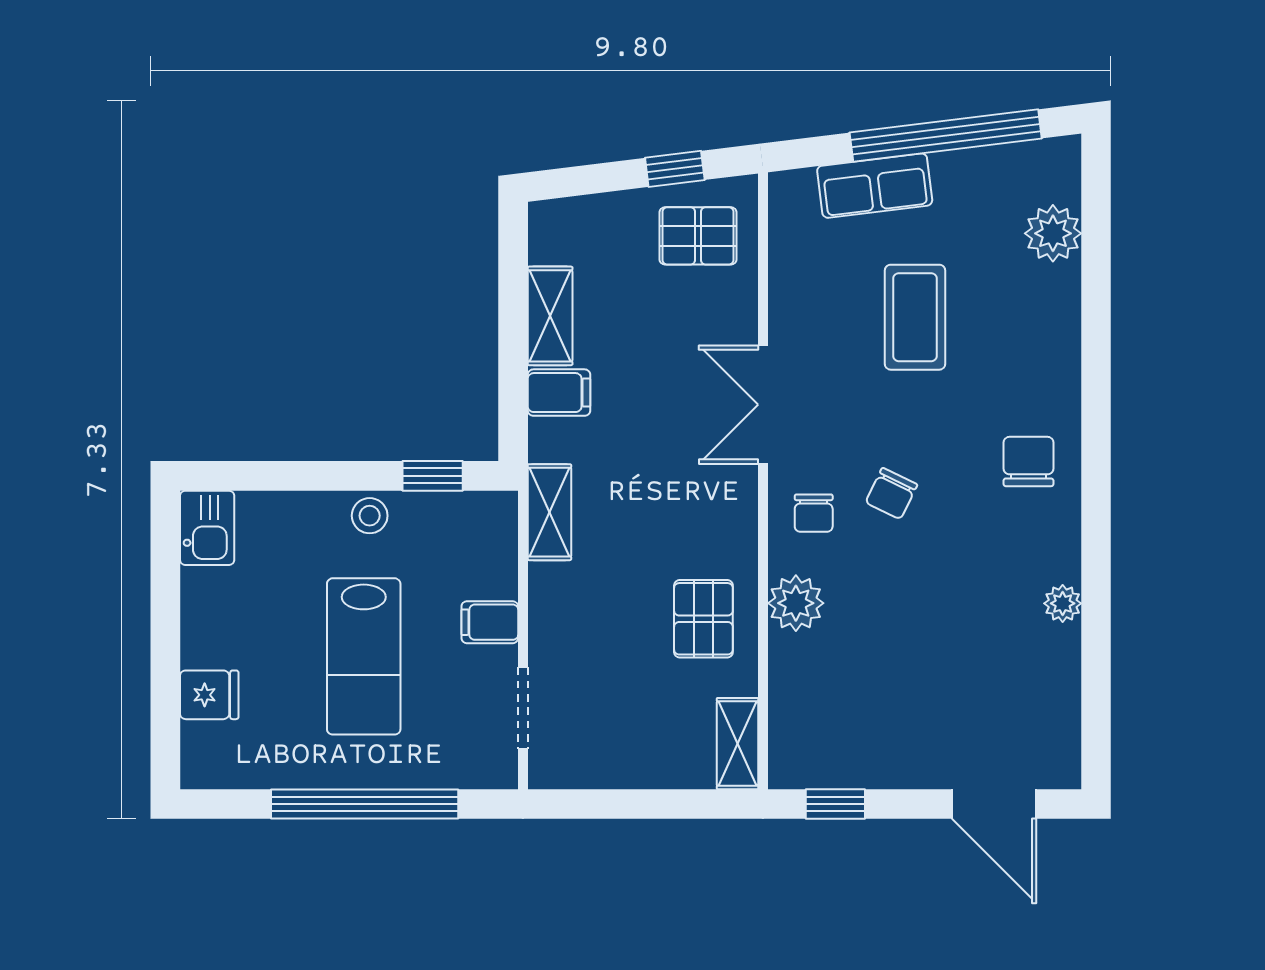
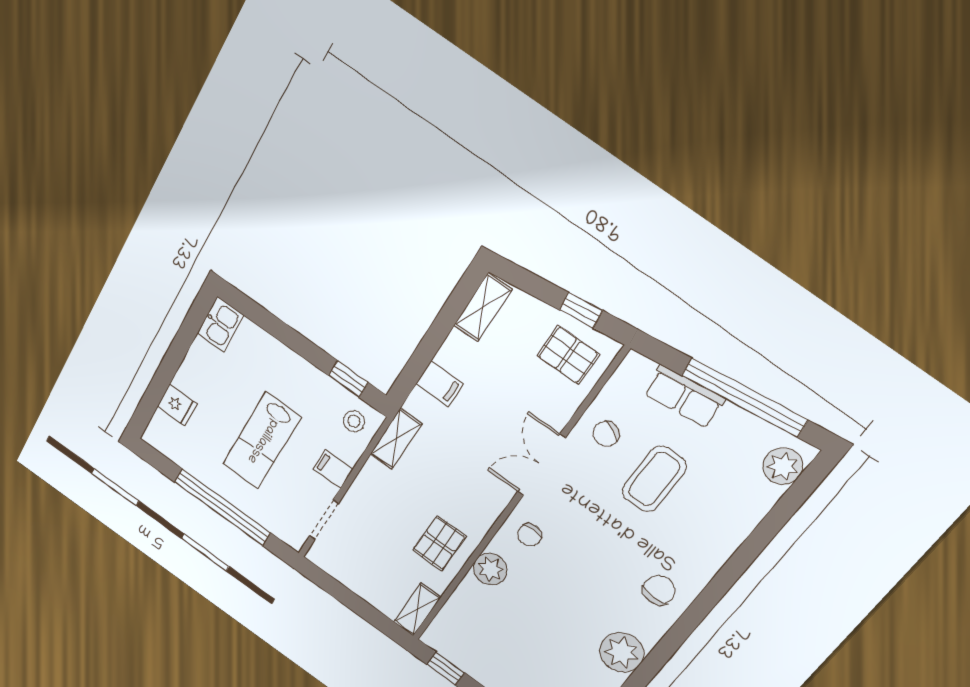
plant: (1053, 233) -> (783, 466), moved
shelving: (550, 316) -> (483, 307), moved
chair: (891, 494) -> (606, 434), moved
stool: (370, 516) -> (354, 421), moved
plant: (1063, 603) -> (622, 652), width x1.87, depth x1.87

